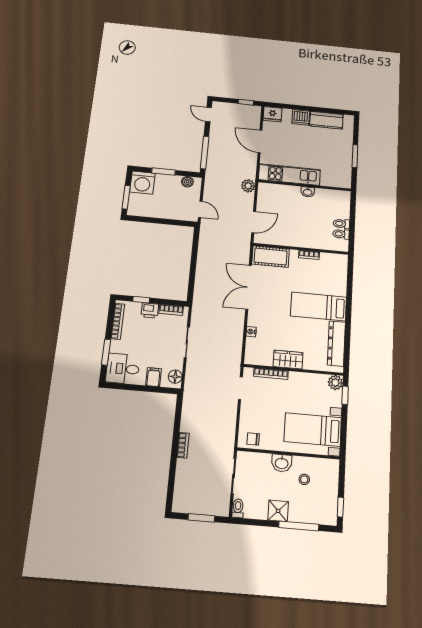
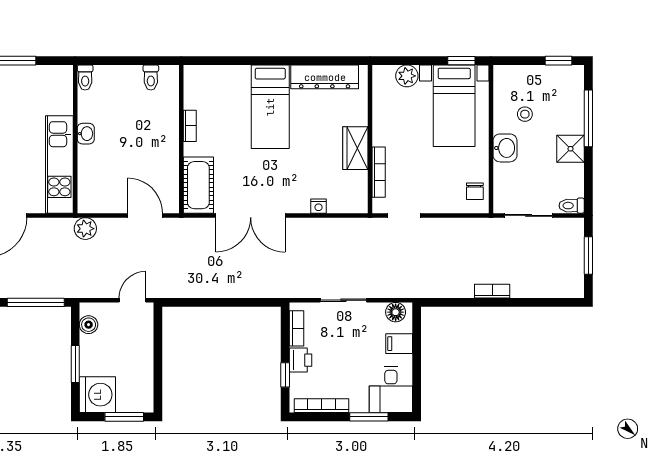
toilet: (341, 224) -> (85, 77), moved
plant: (335, 383) -> (407, 76), moved
window: (345, 395) -> (461, 61), moved

